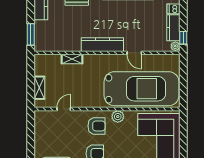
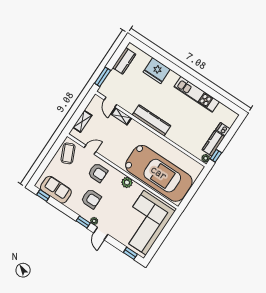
door: (134, 53) -> (110, 102), moved
coffee table: (46, 126) -> (68, 153), added
armchair: (96, 126) -> (98, 173), moved

